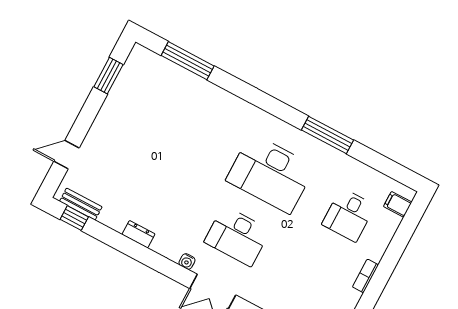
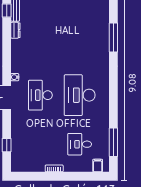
window: (188, 61) -> (113, 37), moved
window: (328, 135) -> (113, 142), moved
dresser: (138, 234) -> (15, 30), moved

